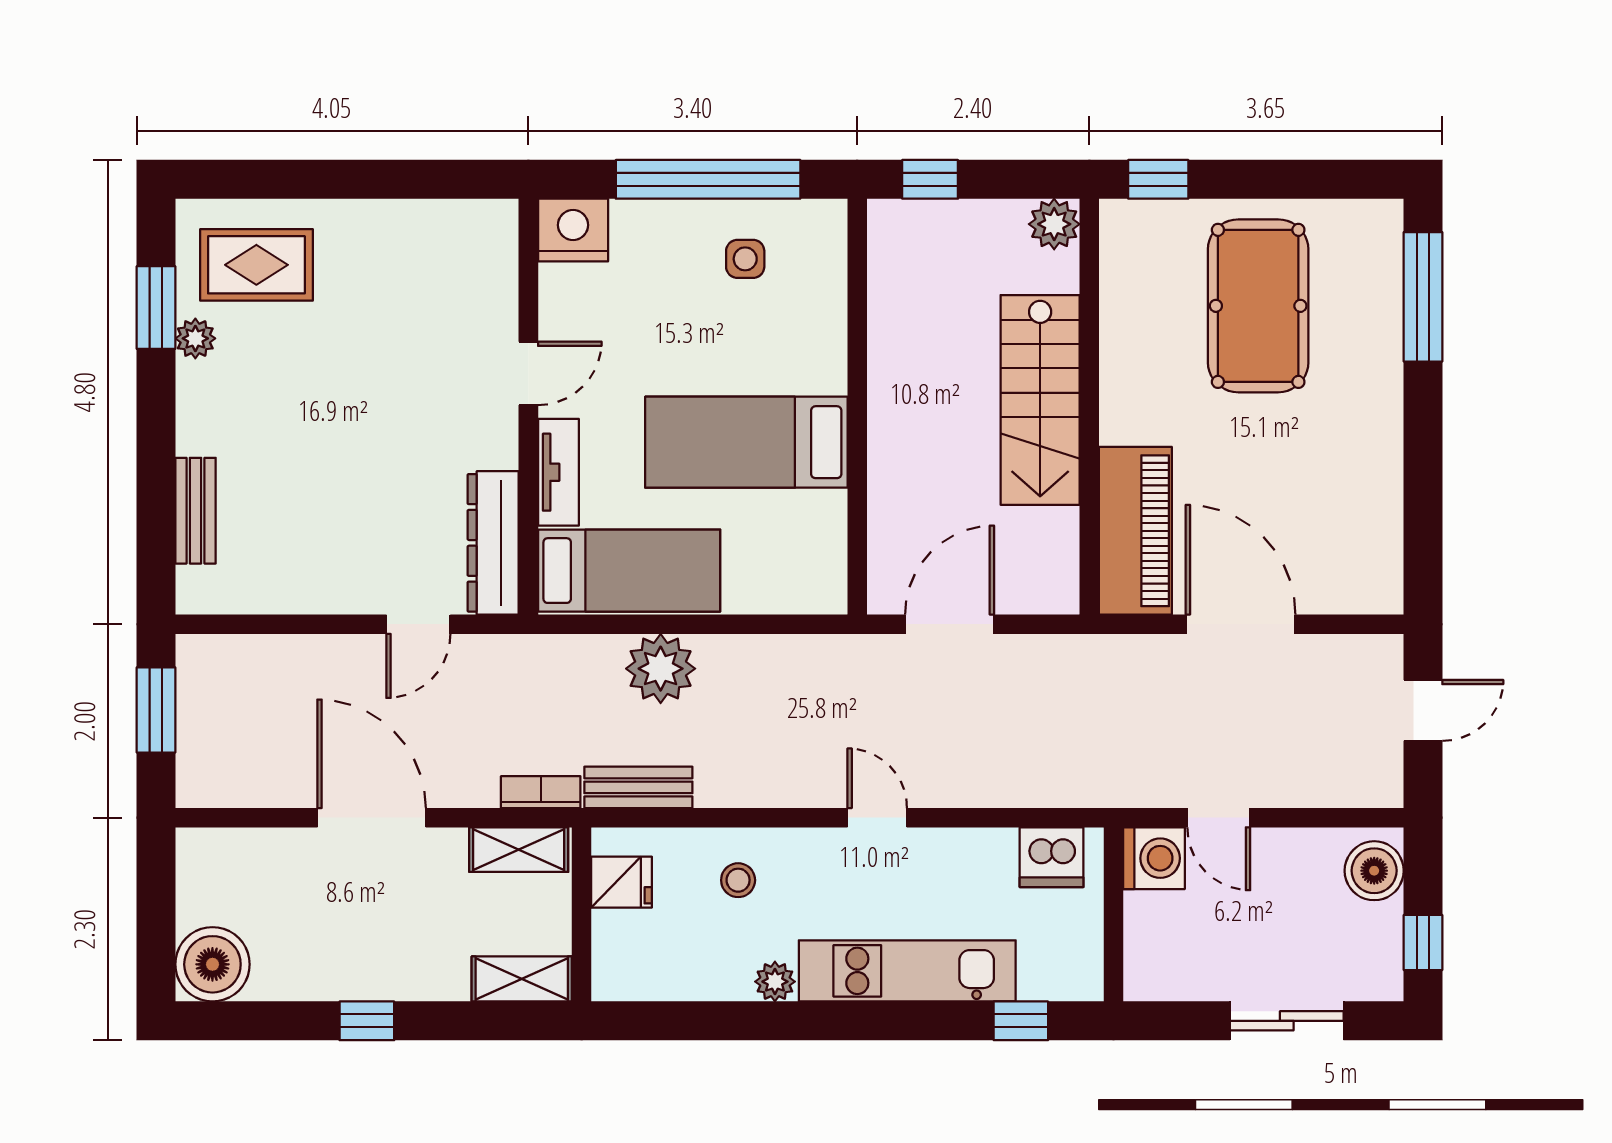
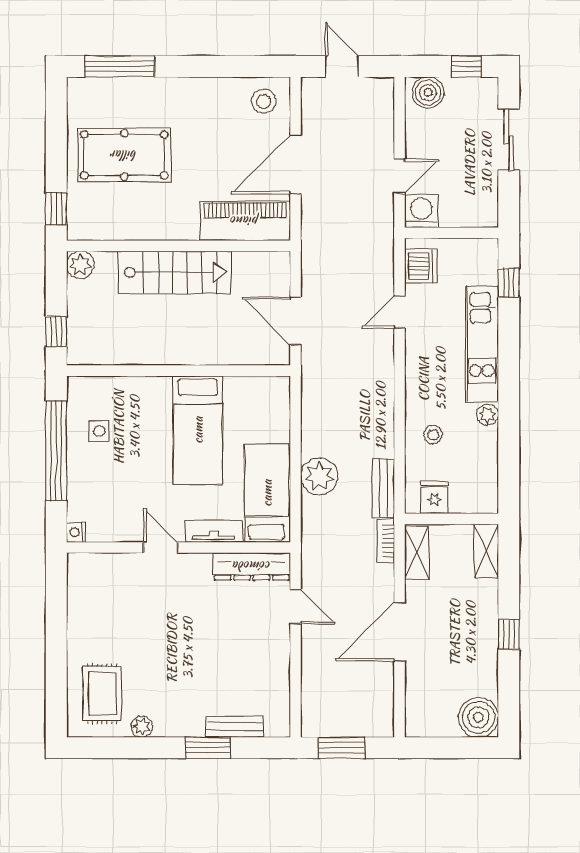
nightstand: (573, 230) -> (76, 532), width x0.53, depth x0.56
window: (156, 308) -> (208, 748), moved
stool: (1358, 565) -> (264, 101), added
door: (877, 818) -> (400, 312), moved

